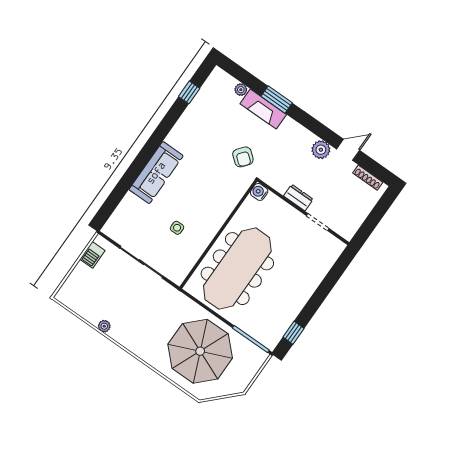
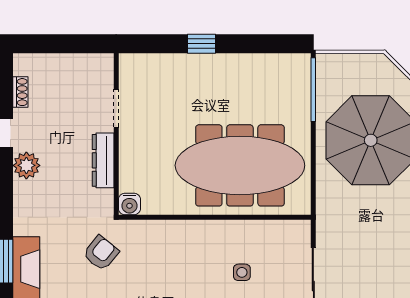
shoe rack: (368, 178) -> (20, 92), width x0.70
dresser: (298, 198) -> (103, 160), width x1.44
window: (294, 333) -> (201, 44), moved

